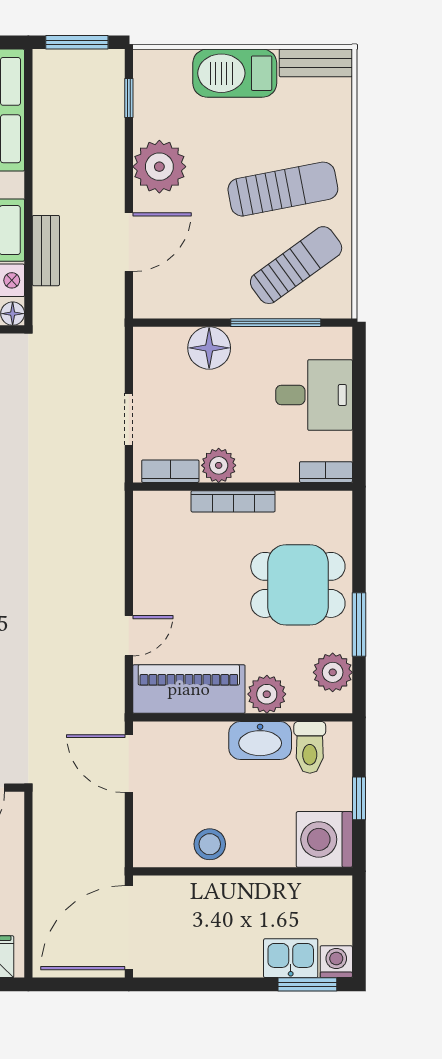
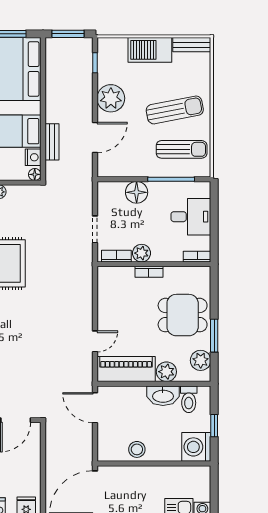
sun lounger: (296, 265) -> (182, 149), turned 36
bookcase: (233, 501) -> (149, 272), width x0.64

